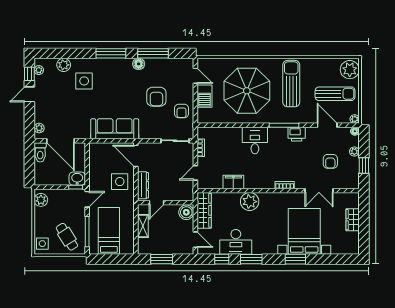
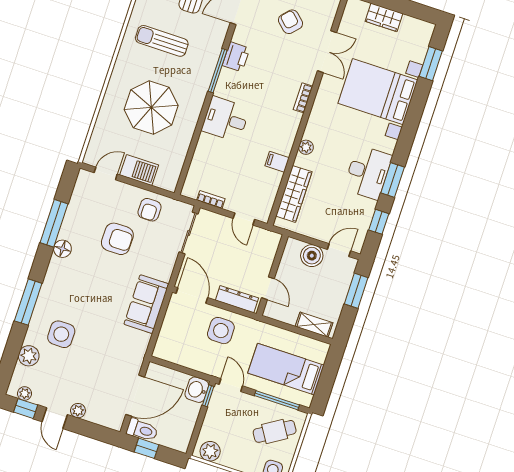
window: (111, 53) -> (28, 302), moved
sun lounger: (291, 84) -> (162, 41), width x0.73, depth x0.75
parasol: (247, 91) -> (151, 107), width x0.73, depth x0.73
armchair: (182, 111) -> (150, 210), turned 90
plant: (39, 128) -> (78, 411), moved
sofa: (115, 129) -> (146, 304), width x0.73
door: (136, 156) -> (192, 295), swing flipped
window: (29, 159) -> (147, 448), added
armchair: (330, 161) -> (291, 22), turned -137
filing cabinet: (233, 182) -> (277, 162), width x0.50
plant: (250, 202) -> (306, 147), width x0.53, depth x0.53
wardrobe: (204, 210) -> (294, 194), moved, turned 90
boiler: (186, 212) -> (312, 256), moved
shelving: (143, 226) -> (314, 325), moved
desk: (236, 242) -> (368, 172), moved
window: (162, 259) -> (356, 291), moved
window: (295, 259) -> (431, 64), moved

